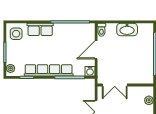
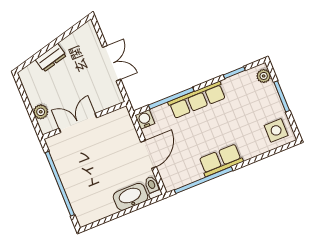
row of seats: (40, 29) -> (221, 160), moved
washbasin: (127, 30) -> (130, 197), moved
row of seats: (49, 70) -> (197, 100), width x0.73
double door: (115, 85) -> (78, 123), moved

